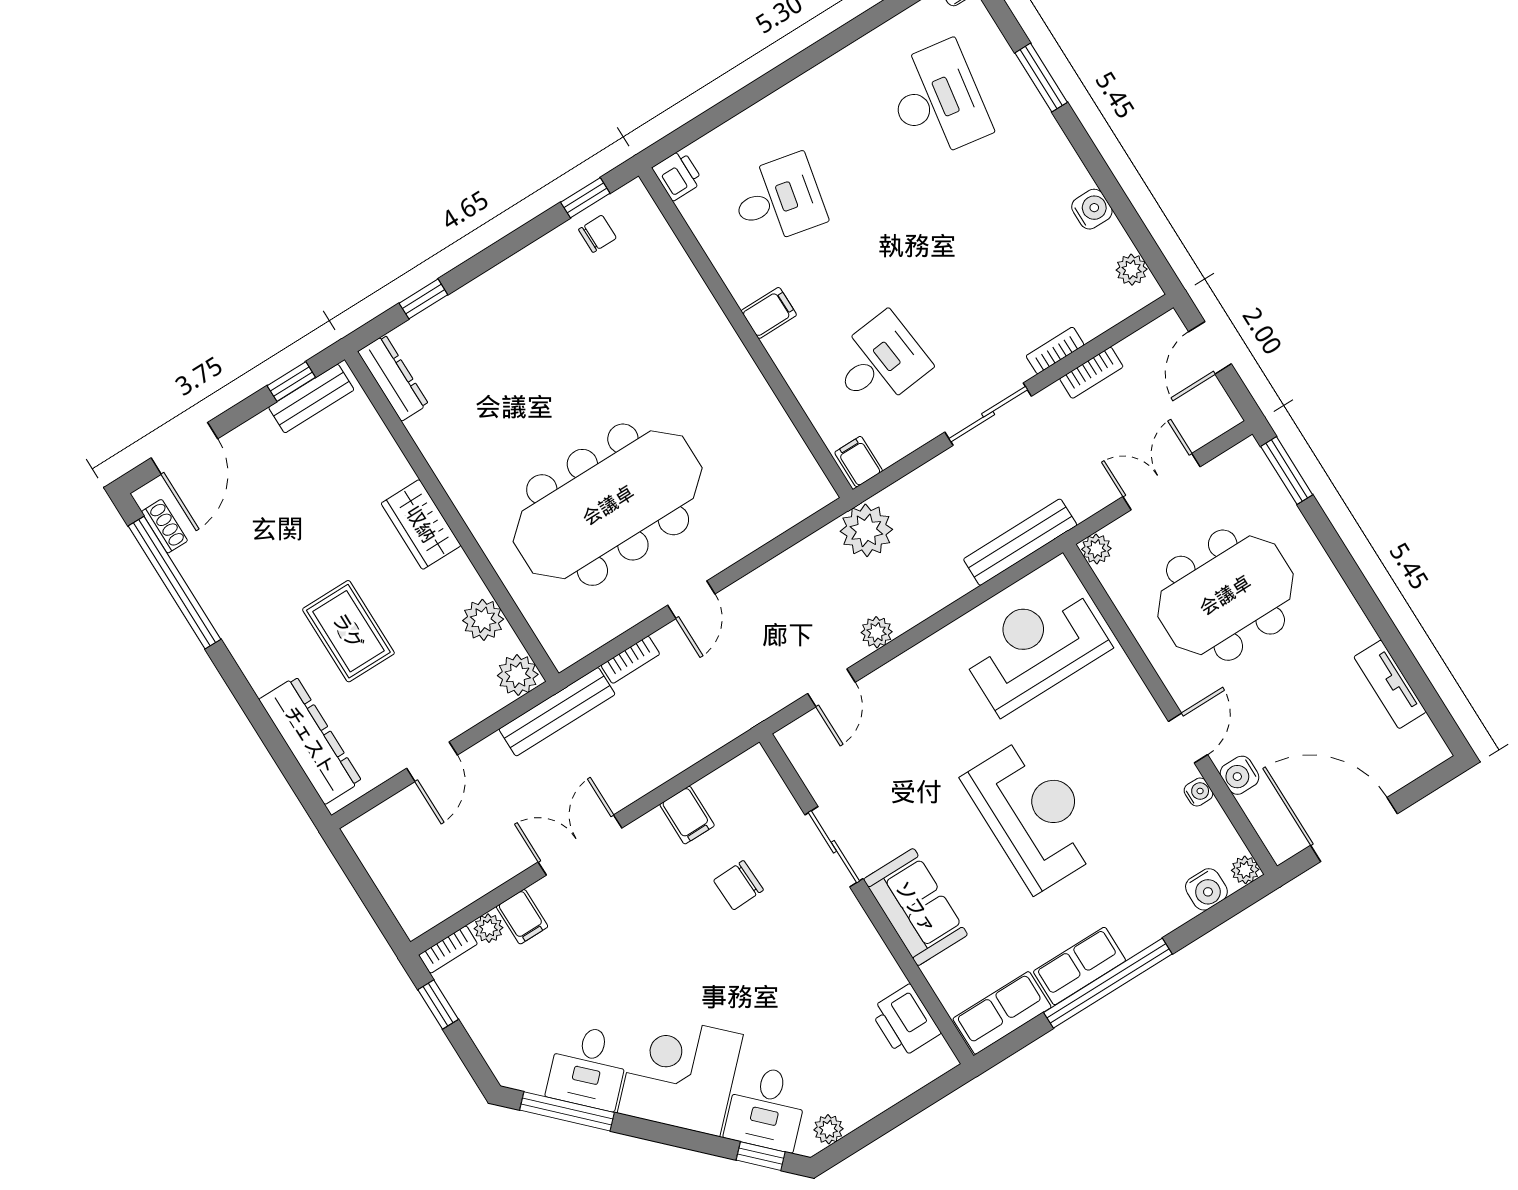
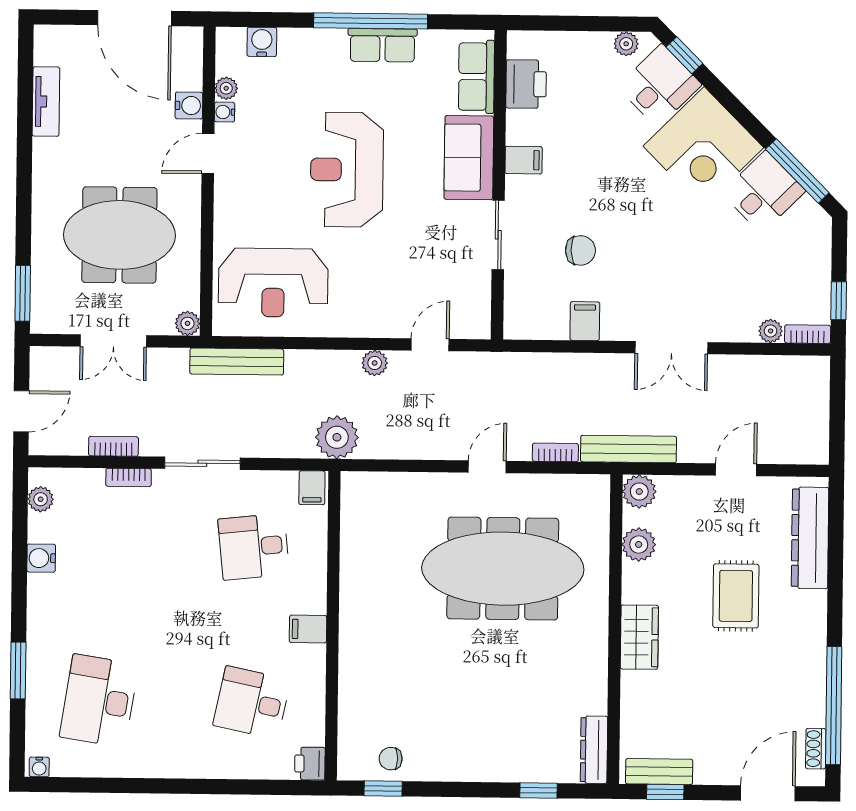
plant: (1245, 870) -> (226, 88), moved
filing cabinet: (522, 917) -> (524, 160), moved, turned 90
row of seats: (1002, 1013) -> (476, 77), moved, turned 90

